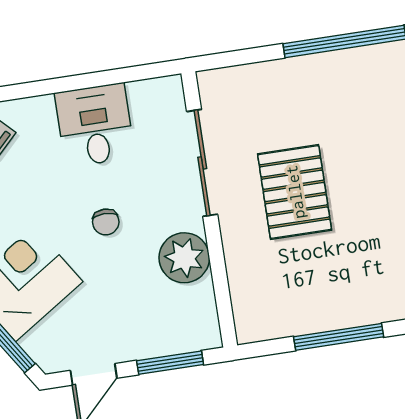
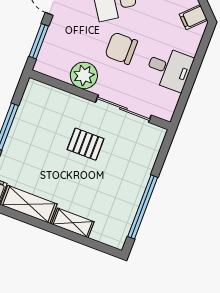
pallet: (295, 192) -> (86, 144), width x0.67, depth x0.71
chair: (106, 222) -> (121, 48), width x1.87, depth x1.87

